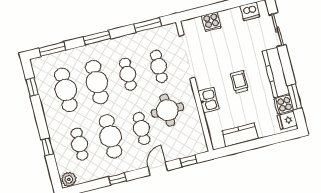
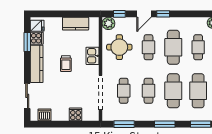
round table: (167, 110) -> (119, 47), moved
plant: (199, 146) -> (108, 23), added
window: (117, 179) -> (163, 14), moved

